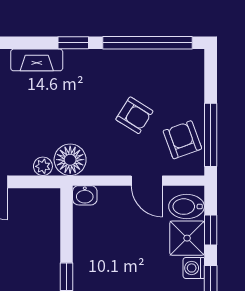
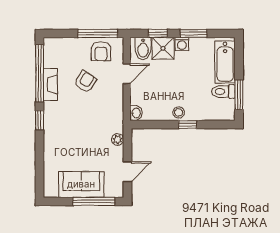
fireplace: (37, 60) -> (50, 85), moved
armchair: (182, 140) -> (101, 51), turned -70
floor lamp: (70, 160) -> (113, 122), removed
stool: (86, 263) -> (179, 112), added

